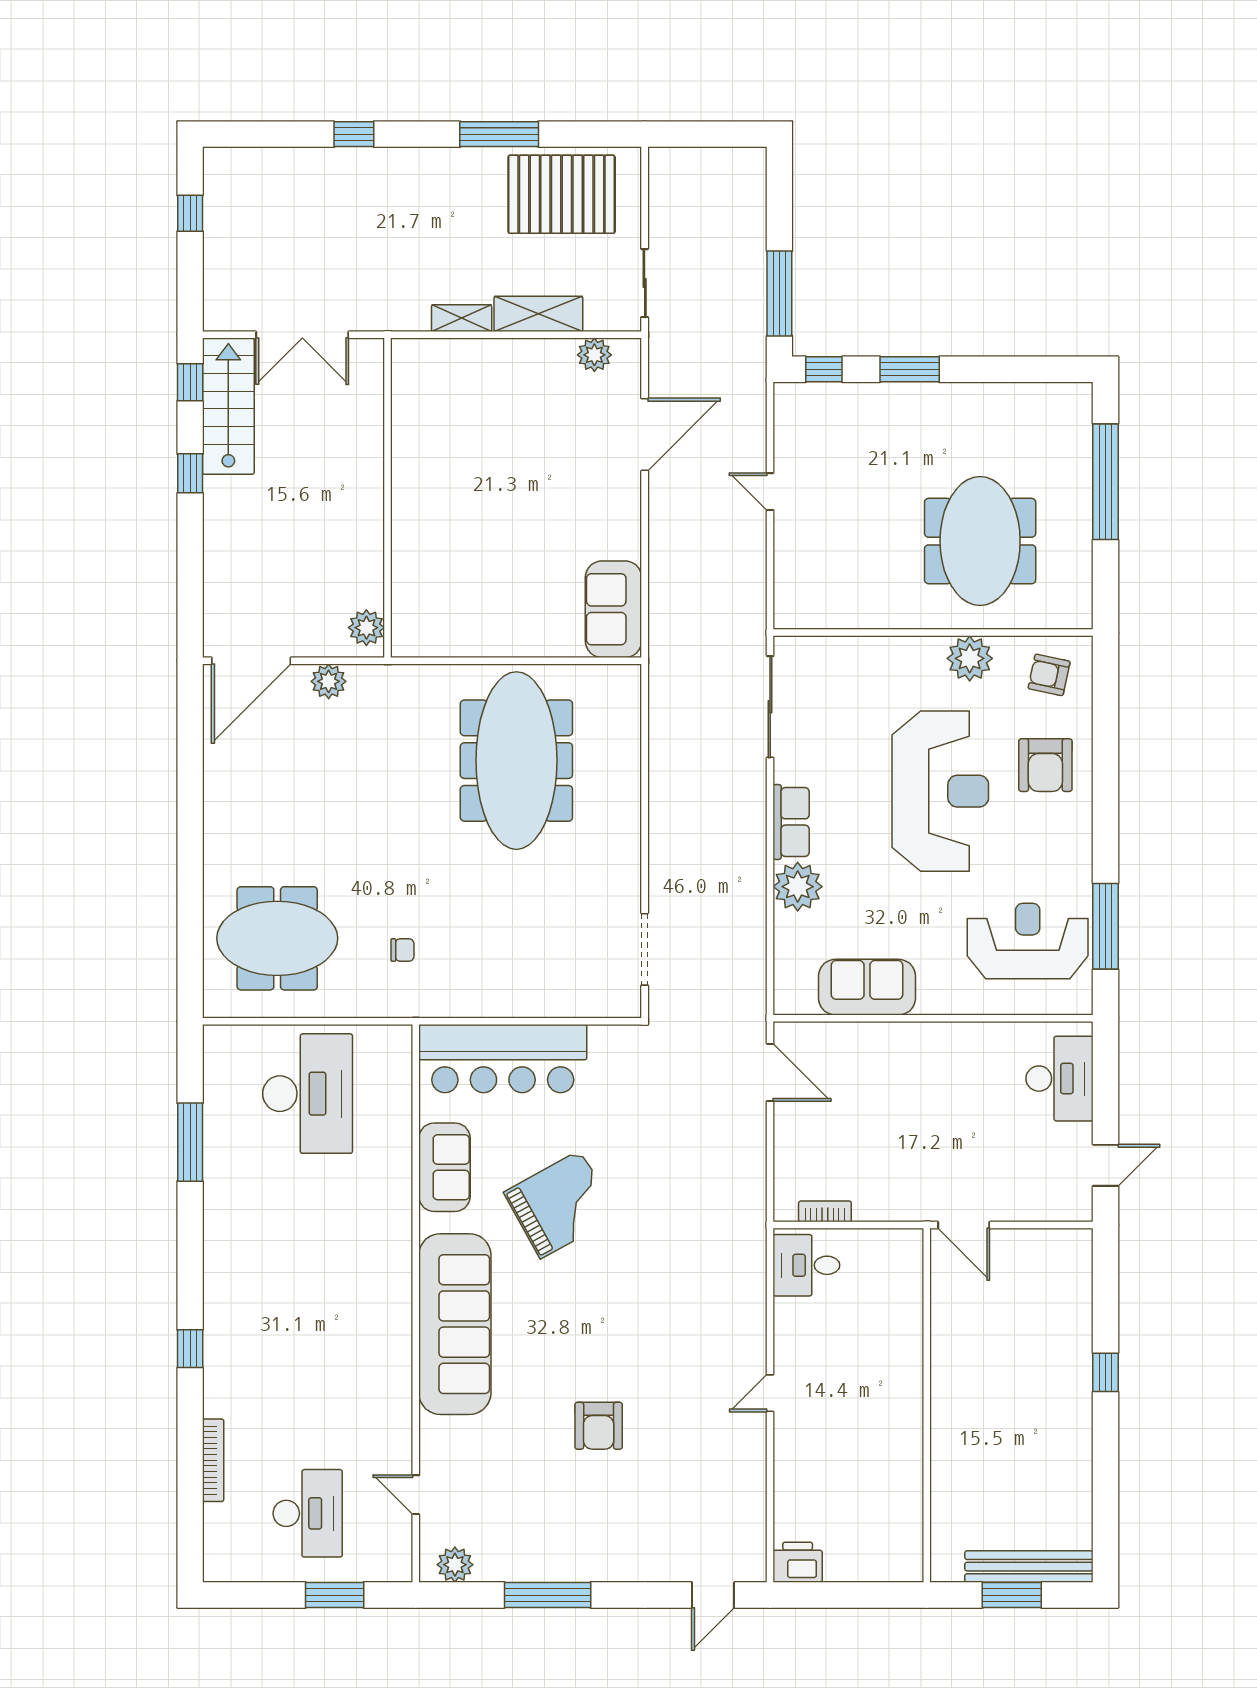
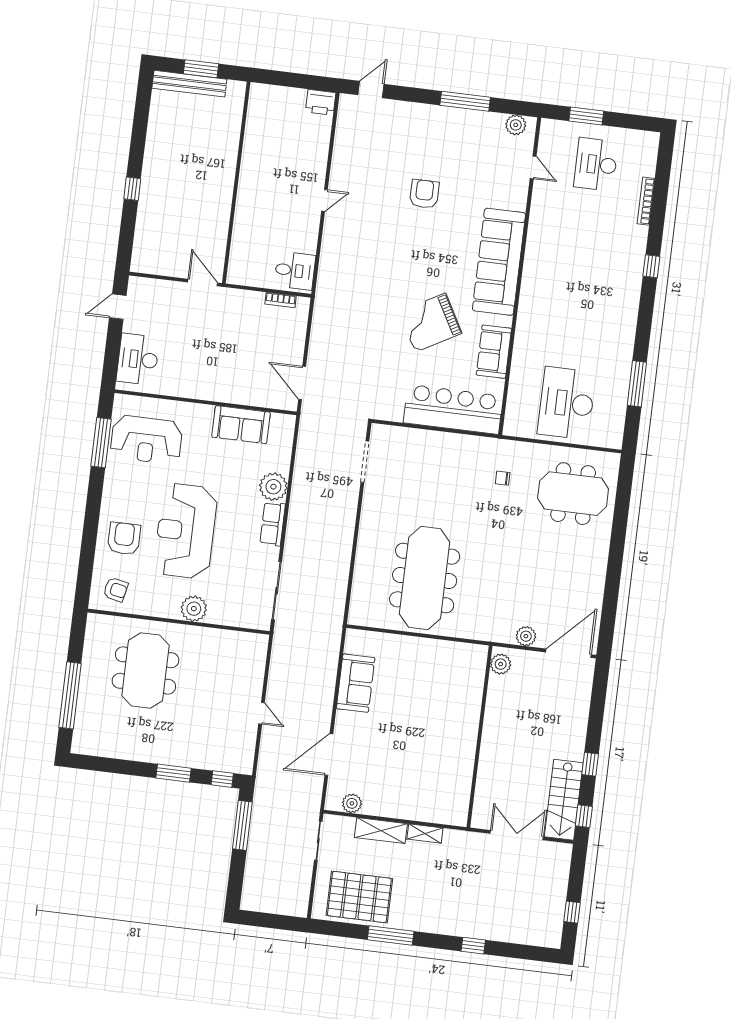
sofa: (613, 609) -> (356, 683), moved
plant: (970, 658) -> (194, 609), moved

